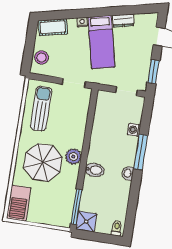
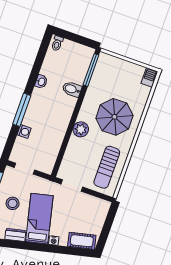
stool: (42, 58) -> (13, 203), moved
plant: (73, 157) -> (81, 129), moved
bidet: (95, 170) -> (72, 89), moved
washbasin: (128, 173) -> (41, 82), moved
barbecue: (19, 203) -> (149, 77), width x0.53, depth x0.65
shower: (86, 222) -> (84, 55), removed

